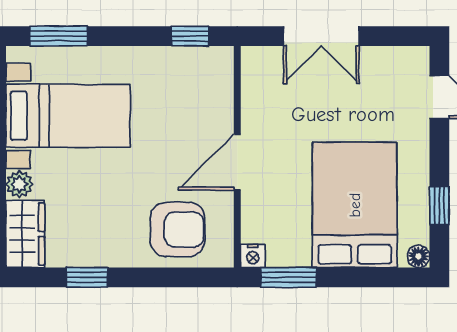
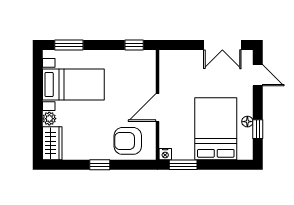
double door: (321, 36) -> (222, 45), moved
armchair: (177, 229) -> (128, 141), turned 180
floor lamp: (418, 256) -> (247, 122), moved
window: (87, 277) -> (100, 165), moved

